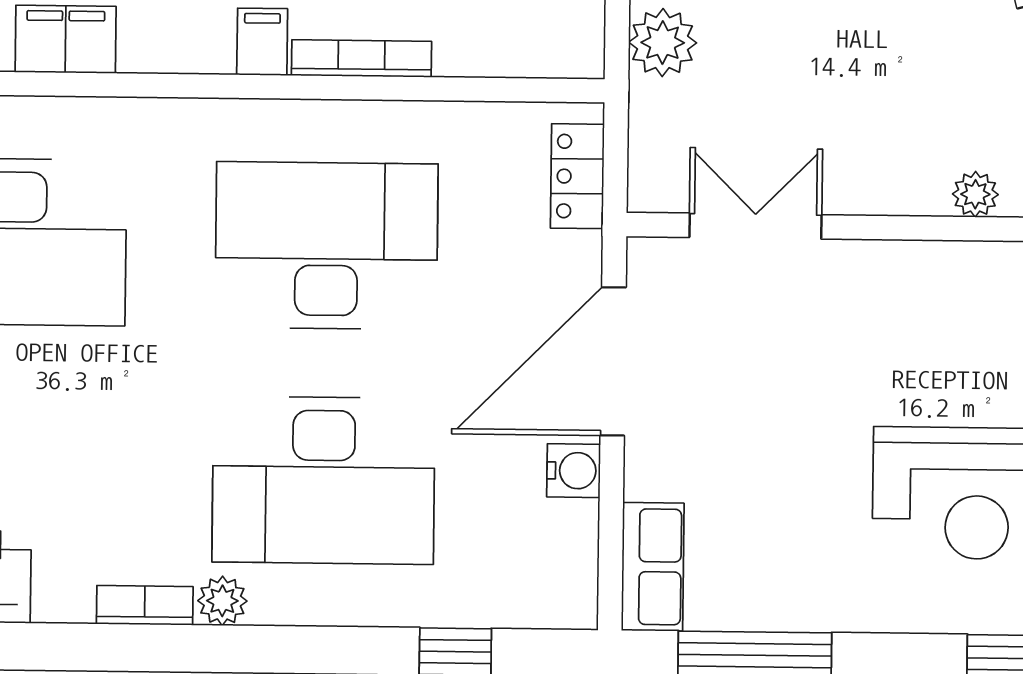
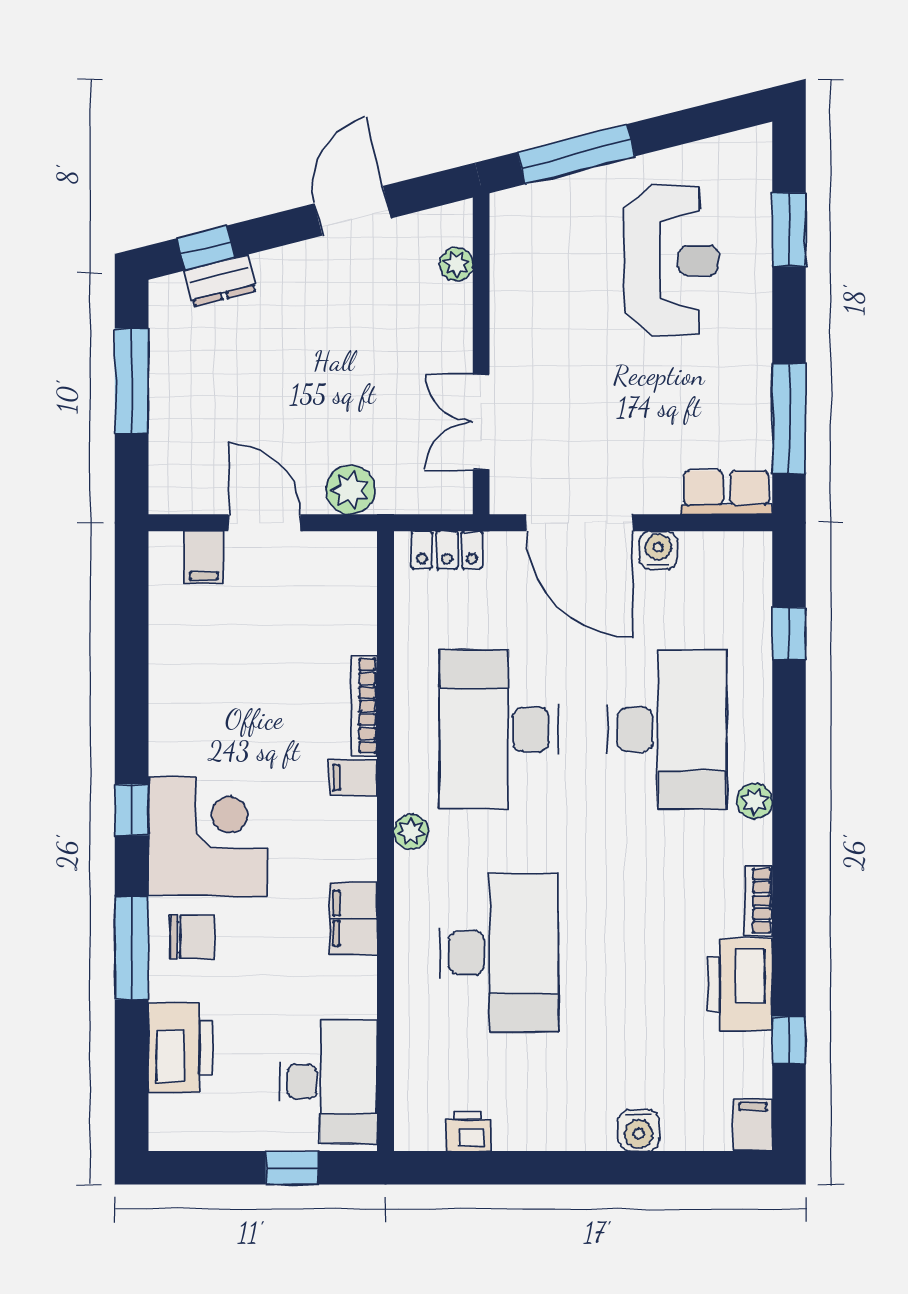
plant: (185, 121) -> (411, 832), added
bookcase: (145, 605) -> (759, 901), moved

